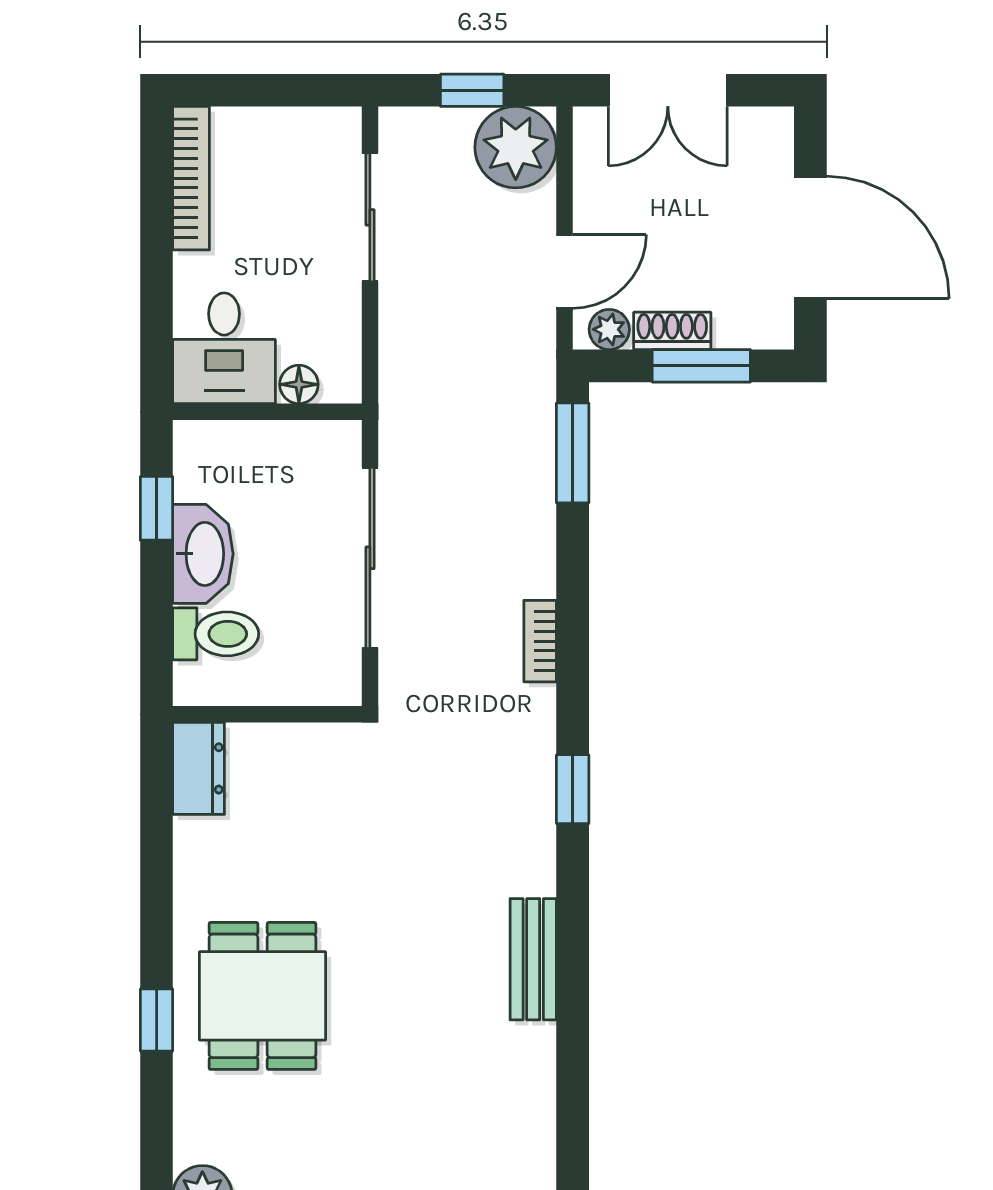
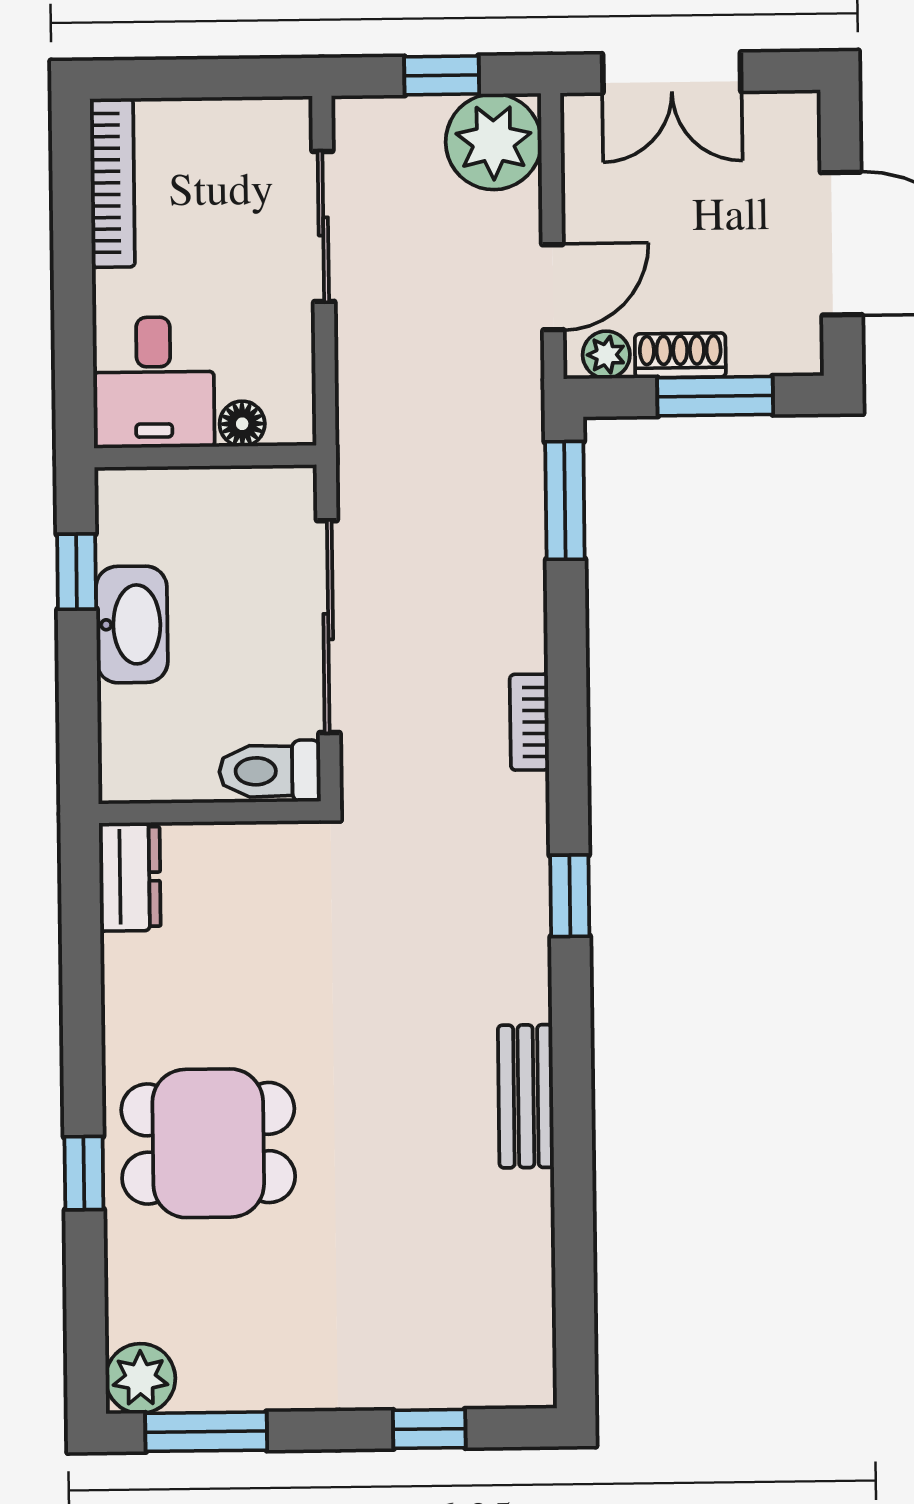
toilet: (216, 634) -> (270, 771), moved, turned 180
dining table: (263, 996) -> (208, 1143), turned 90

